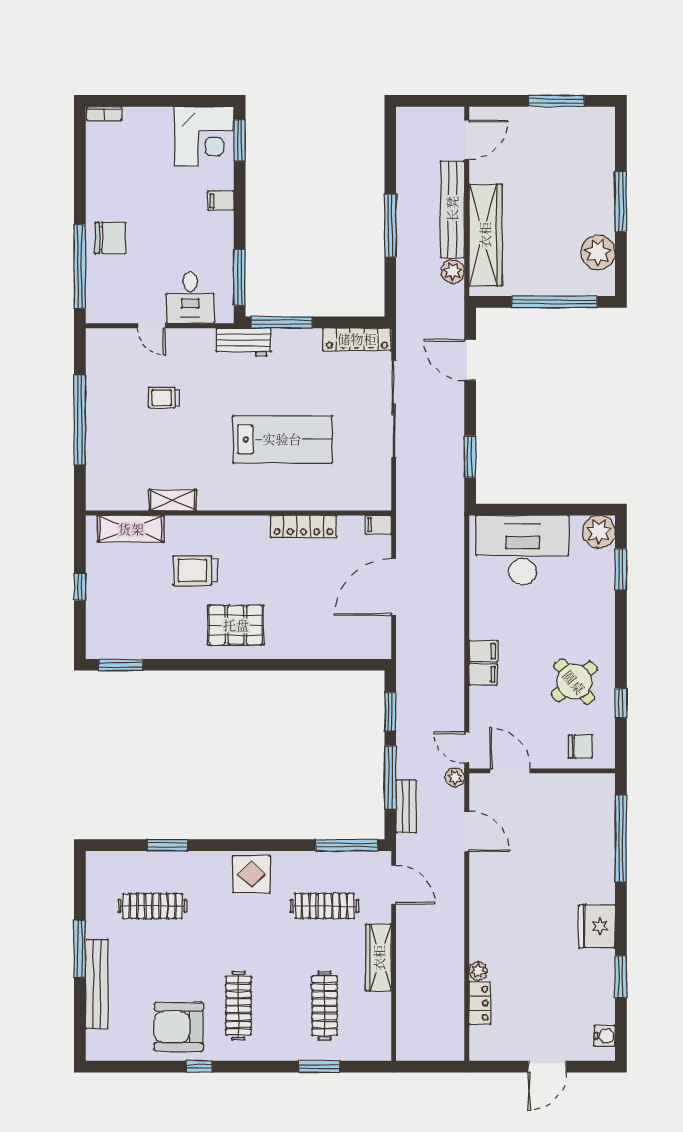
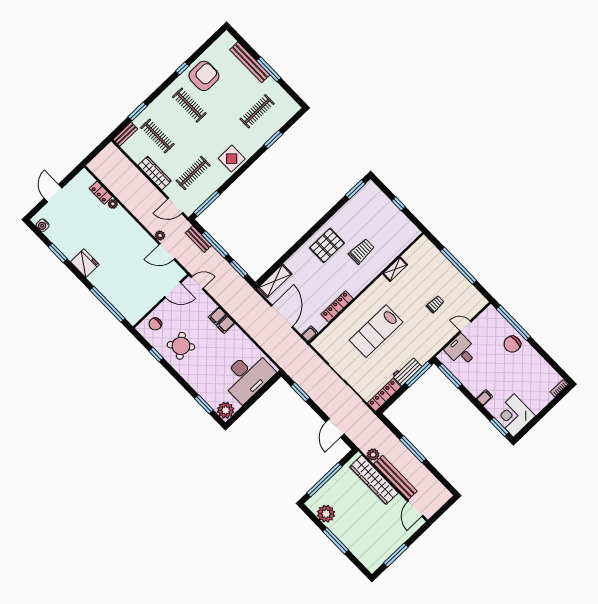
workbench: (244, 342) -> (407, 371), moved
door: (470, 360) -> (335, 428), swing flipped
shelving: (131, 529) -> (275, 281), moved
plant: (455, 777) -> (160, 236), moved
bench: (367, 1051) -> (125, 134), added

